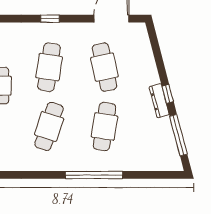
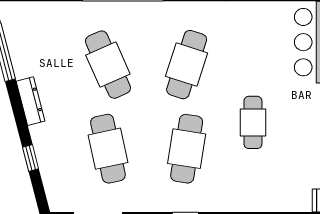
window: (168, 94) -> (31, 158), moved
cafe table: (104, 126) -> (108, 65), turned -33

